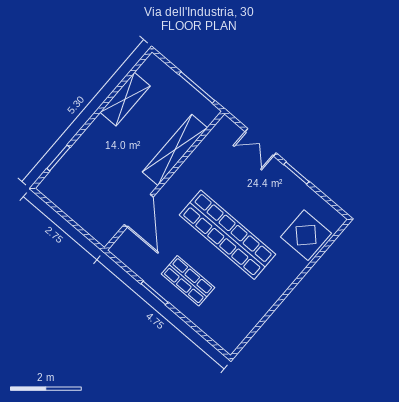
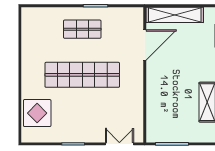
double door: (261, 142) -> (119, 144), moved
shelving: (175, 150) -> (175, 15), moved, turned 90
door: (139, 211) -> (145, 45), swing flipped

